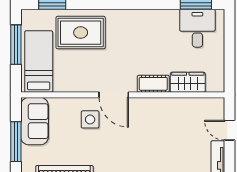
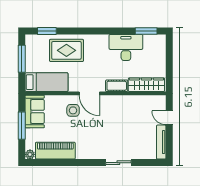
desk: (197, 28) -> (126, 47), moved, width x1.37
bed: (39, 62) -> (46, 82), moved, turned 90
wardrobe: (188, 82) -> (146, 85), width x1.50

